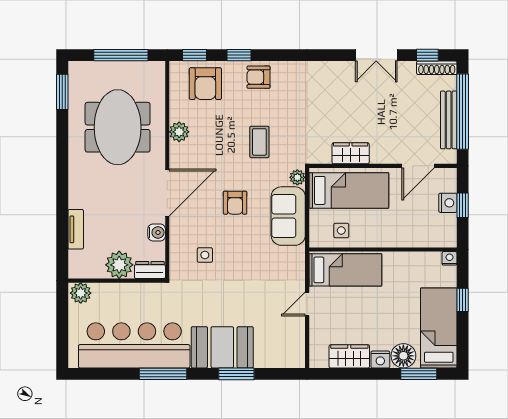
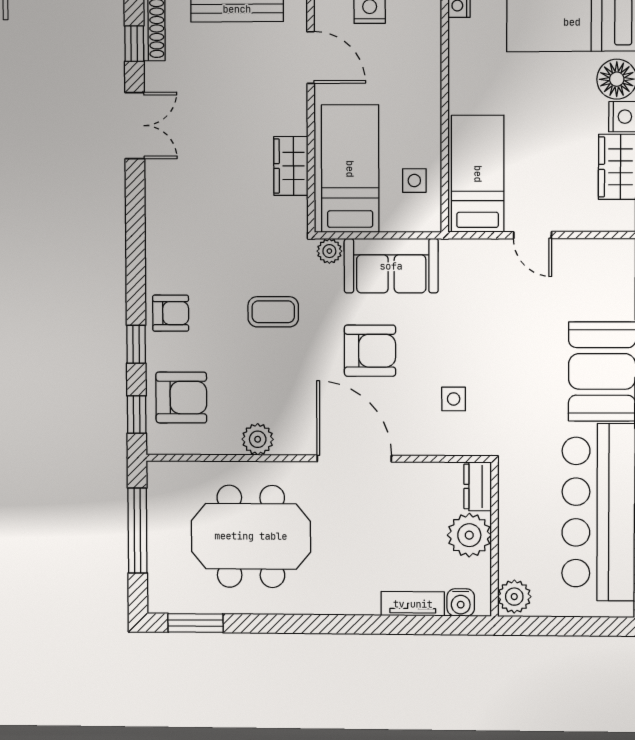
armchair: (259, 77) -> (171, 313), turned -90
armchair: (235, 203) -> (370, 351), width x1.38, depth x1.38
water cooler: (157, 233) -> (461, 602), moved, turned 180

